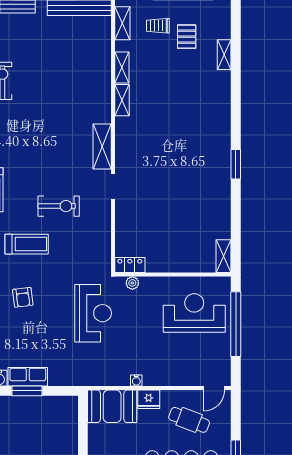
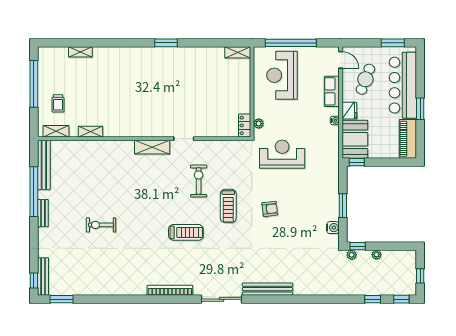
pallet: (187, 37) -> (66, 81), removed
shelving: (122, 100) -> (116, 132), removed
treadmill: (27, 244) -> (228, 206), turned 180
row of seats: (28, 377) -> (332, 91), moved
window: (83, 409) -> (357, 162), added

